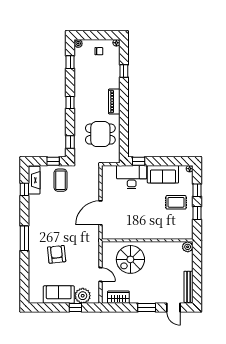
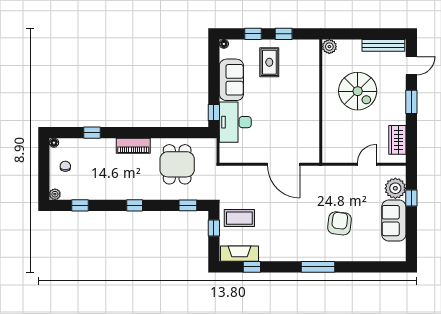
armchair: (57, 254) -> (340, 223), turned 103
spiral stairs: (130, 259) -> (358, 91), moved

